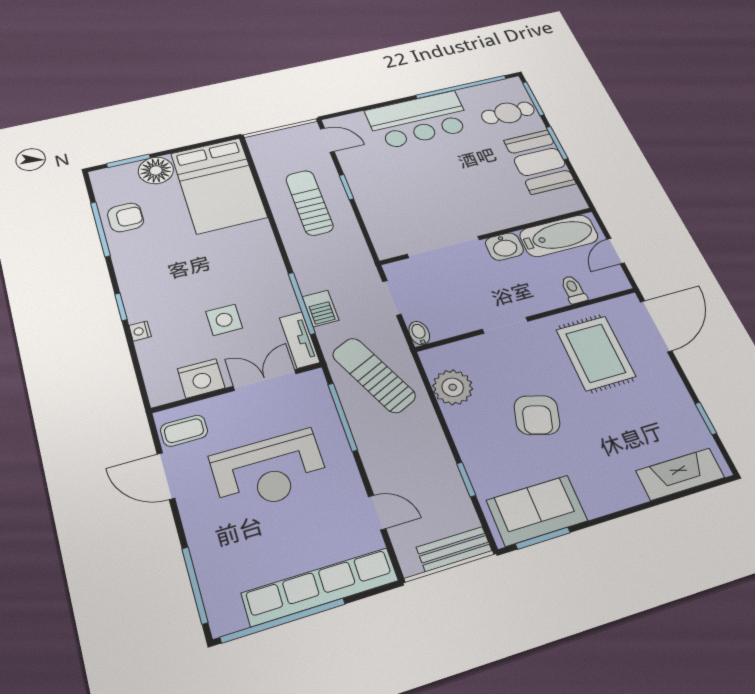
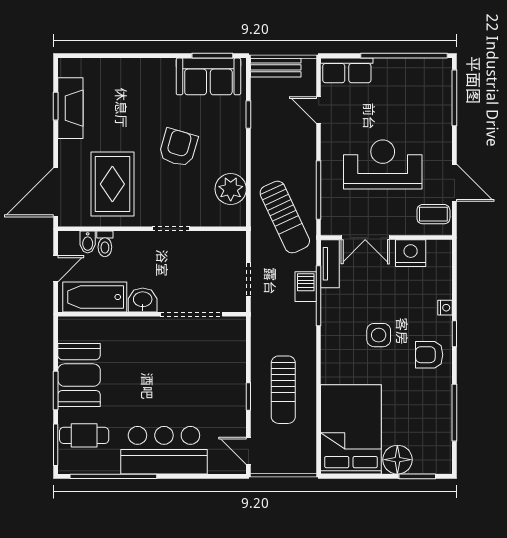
armchair: (126, 217) -> (429, 355), moved
side table: (224, 320) -> (379, 335), moved
bidet: (419, 333) -> (88, 242), moved
fireplace: (680, 474) -> (70, 108), moved, turned -90
row of seats: (320, 587) -> (347, 70), width x0.50

